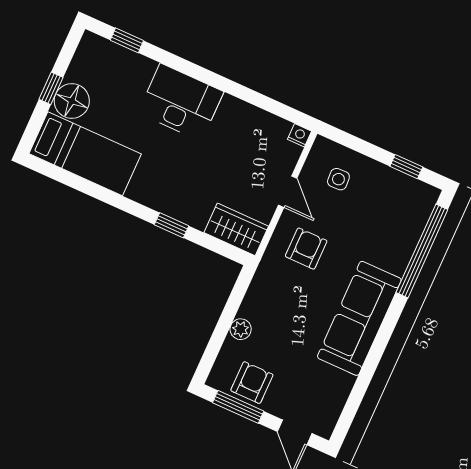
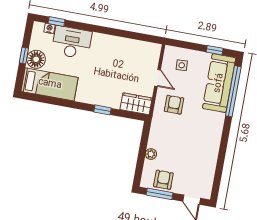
desk: (181, 102) -> (72, 42), moved
nightstand: (299, 135) -> (49, 28), moved
sofa: (359, 318) -> (219, 83), moved

